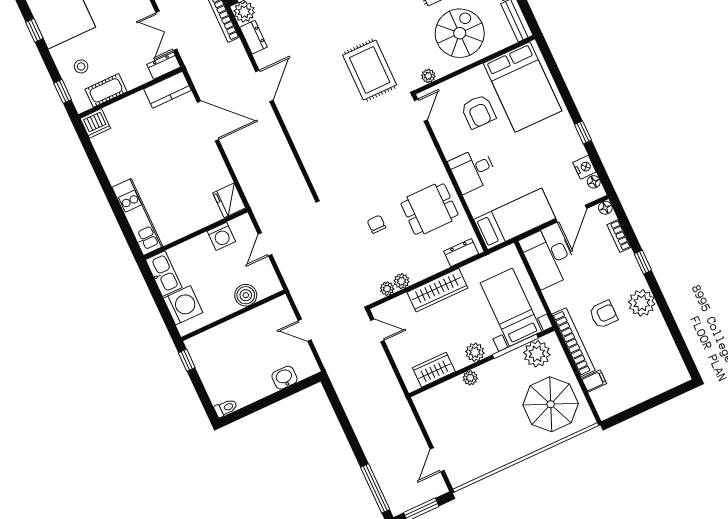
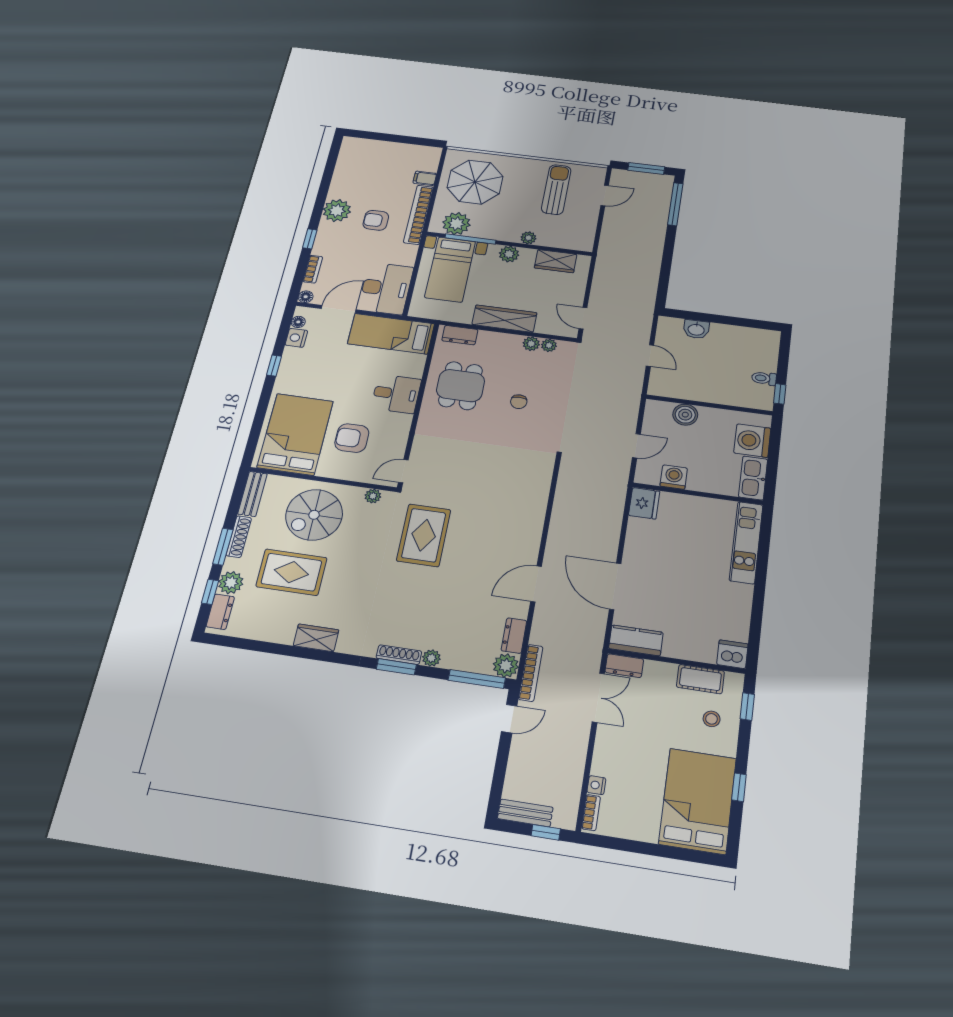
armchair: (478, 112) -> (352, 438), turned -90
dining table: (430, 209) -> (461, 386), turned 90
toilet: (226, 408) -> (764, 378), moved
sun lounger: (480, 440) -> (556, 189), added

